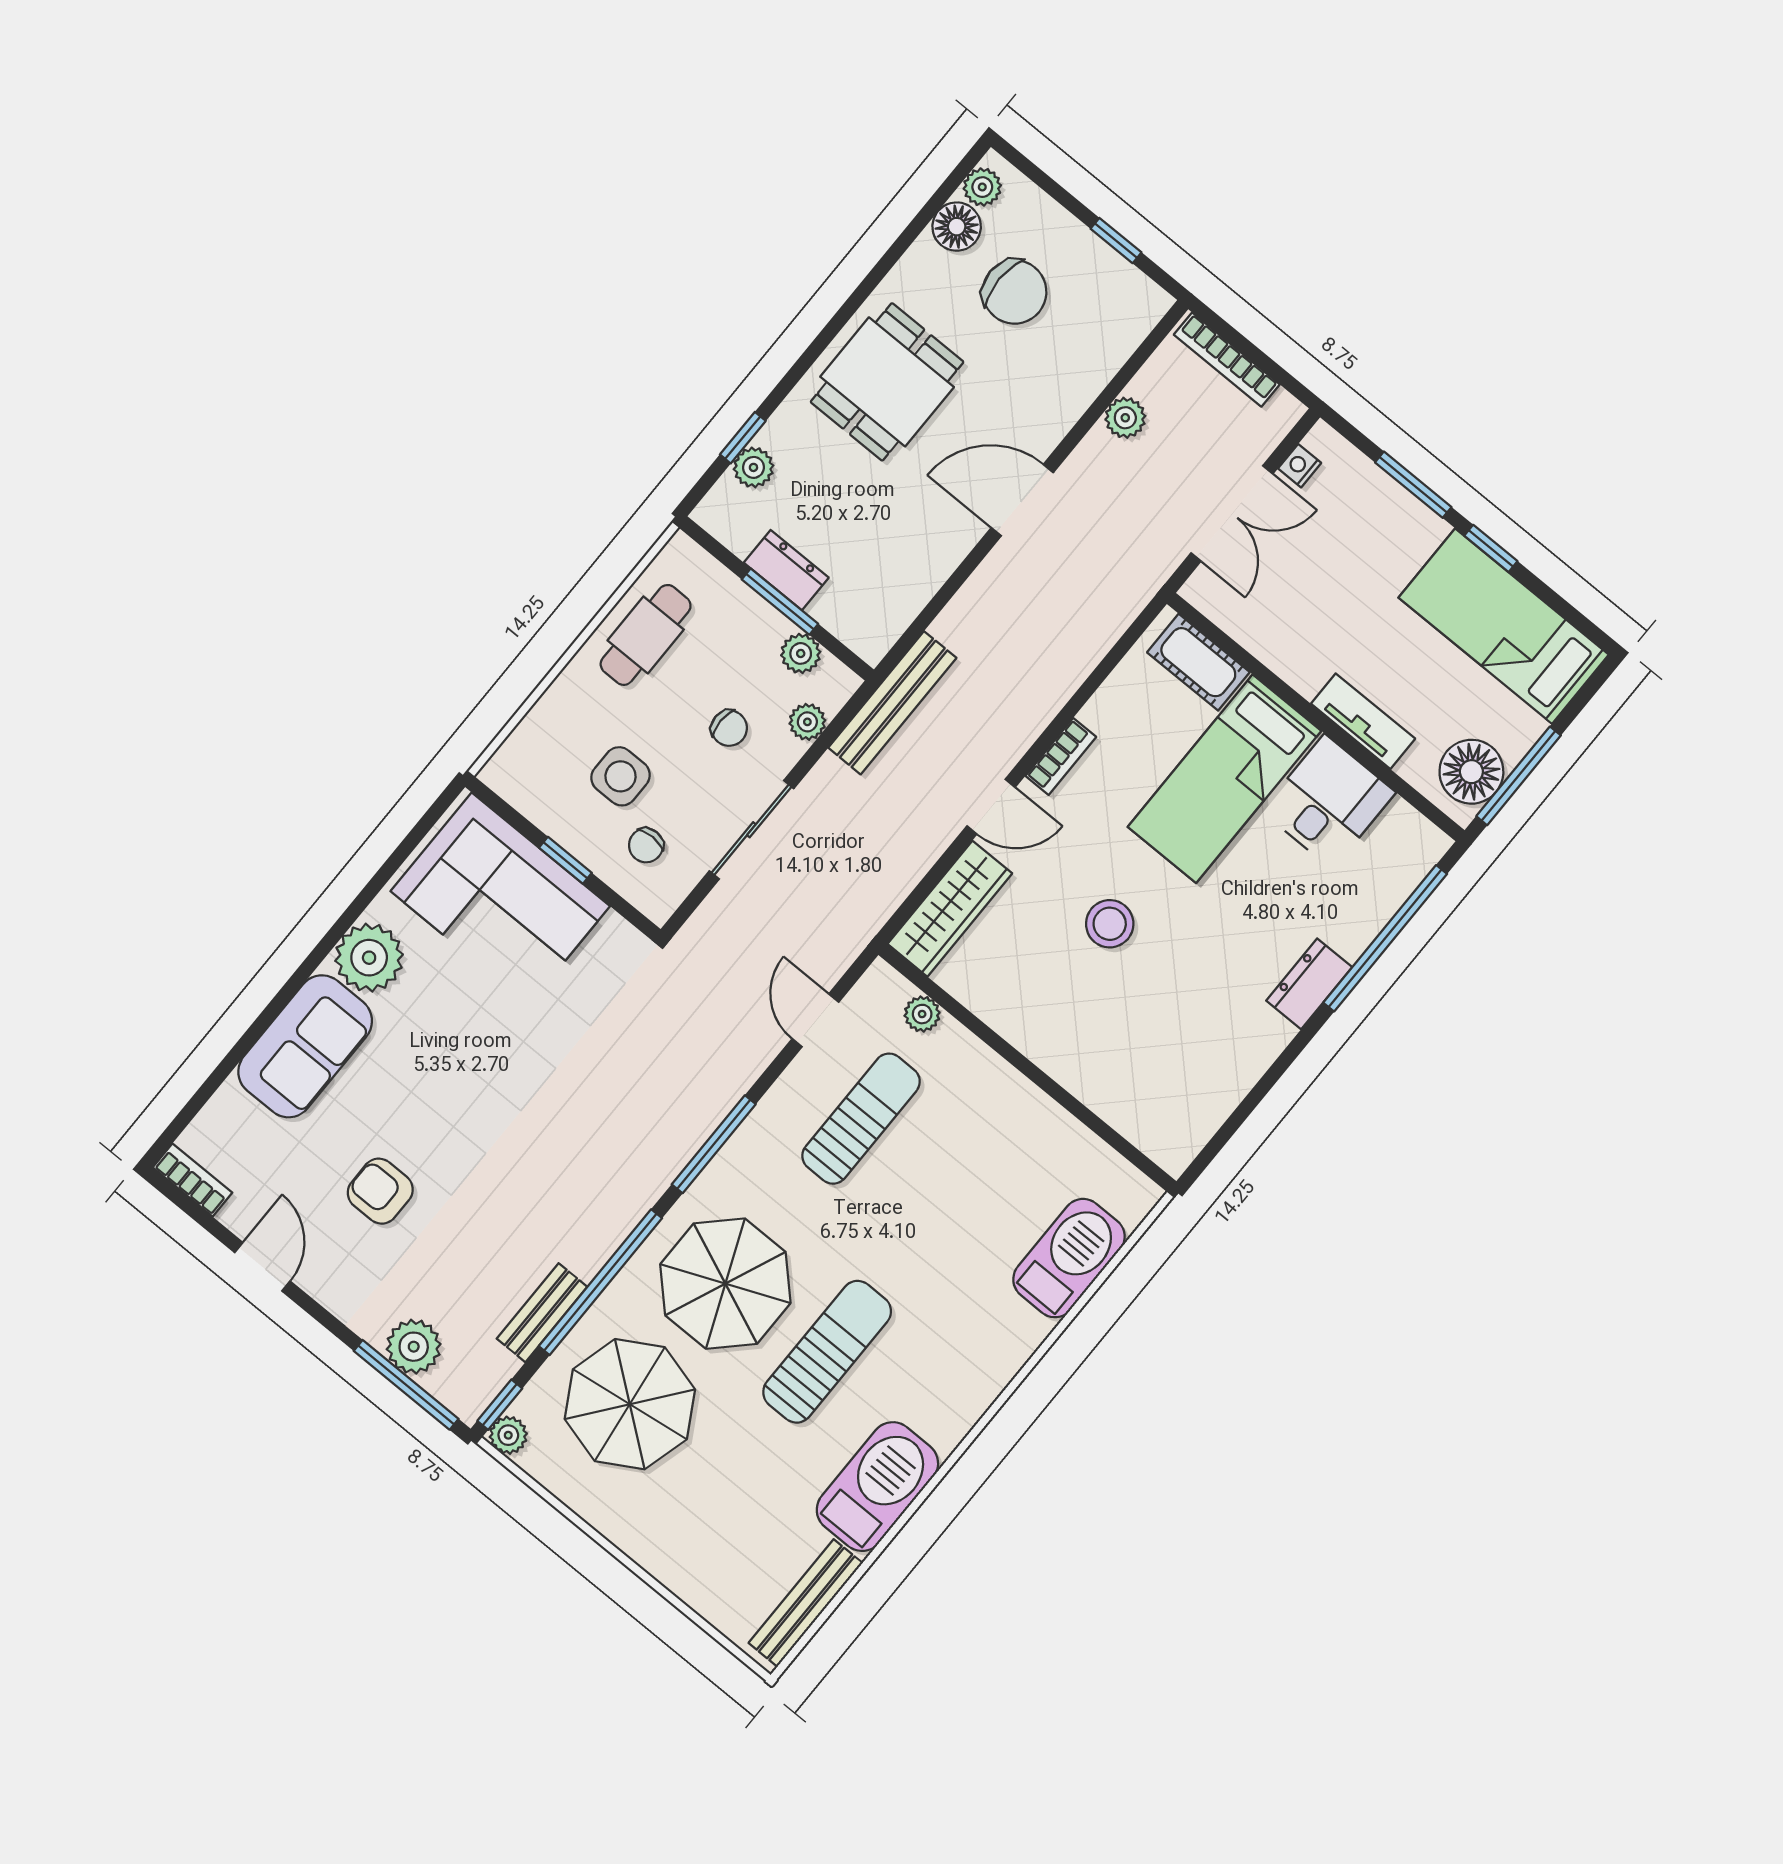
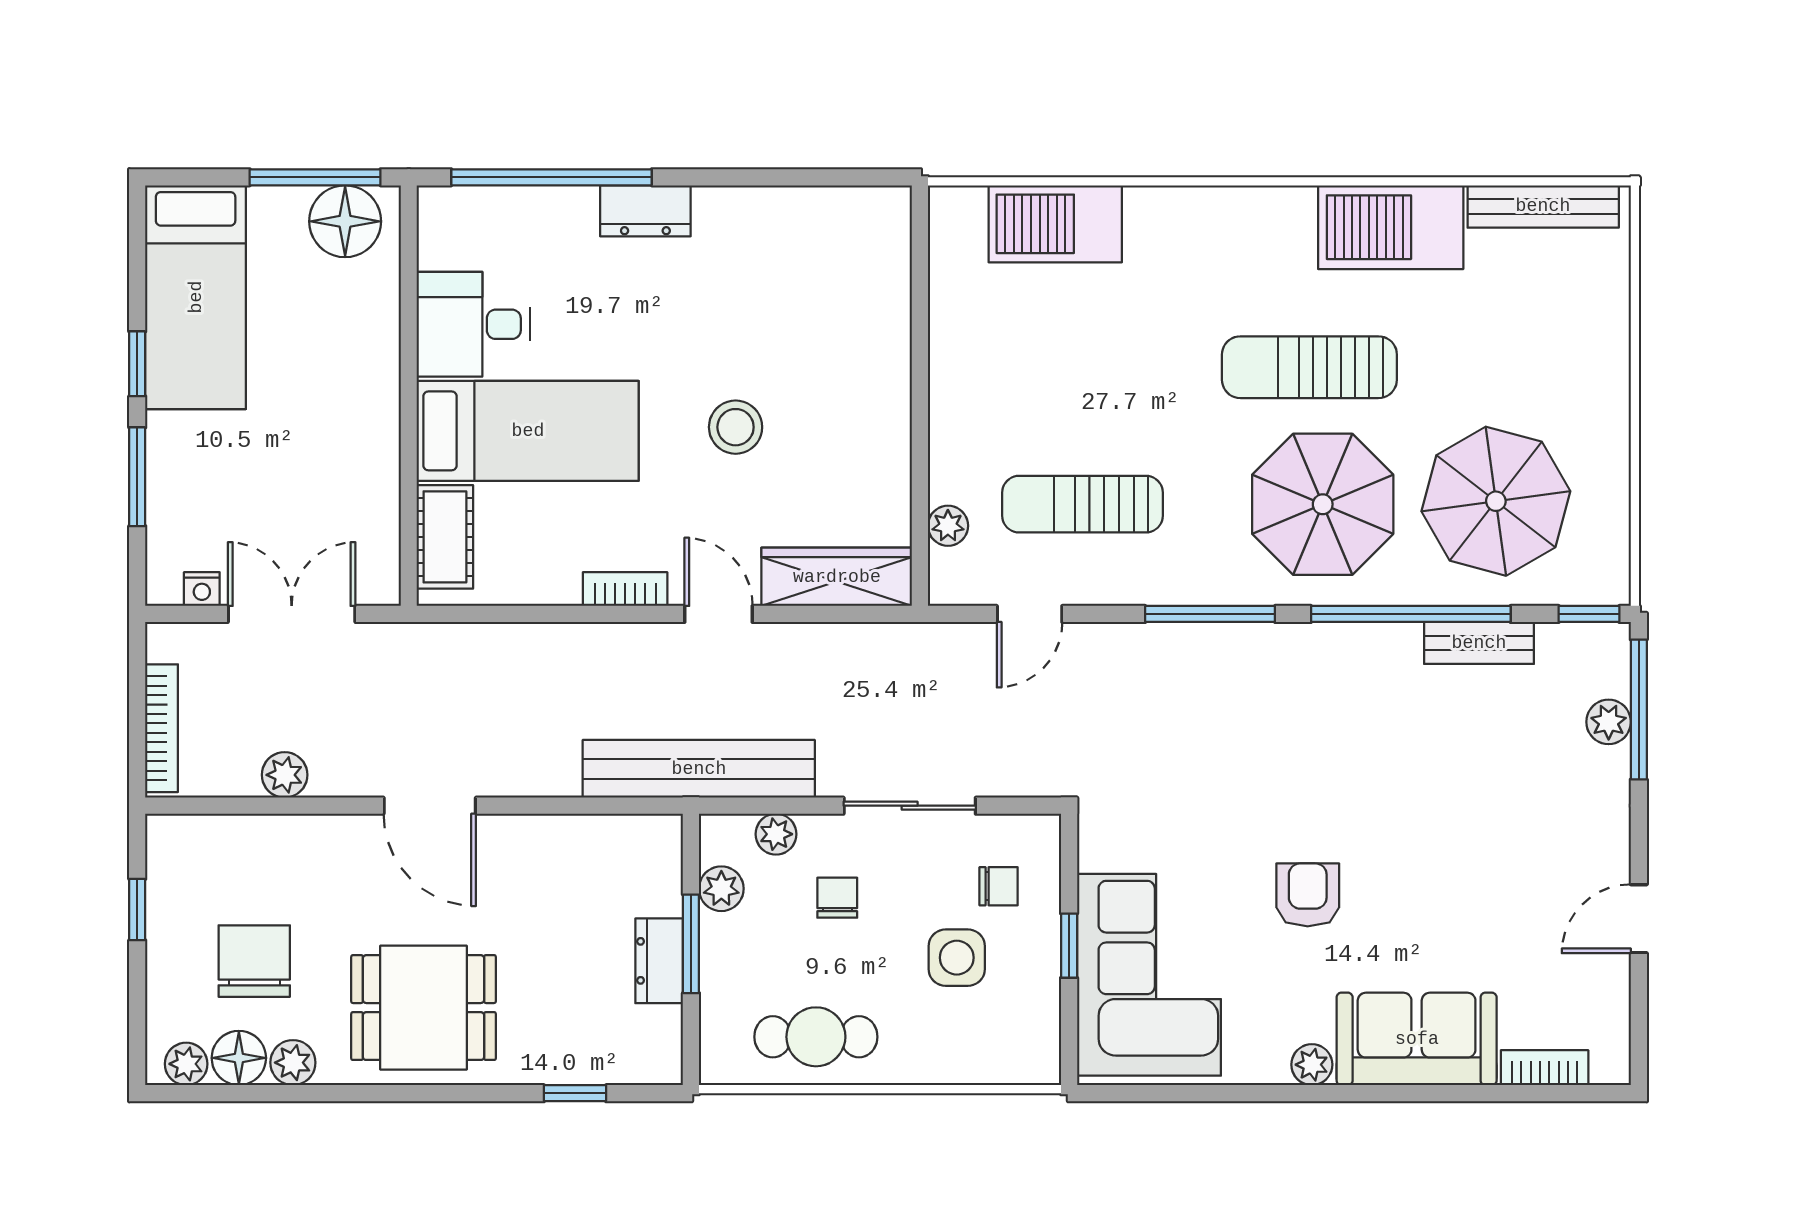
plant: (753, 467) -> (293, 1063), moved
bench: (892, 703) -> (699, 769), width x1.37, depth x1.21
tv unit: (1363, 721) -> (379, 352), removed
plant: (369, 958) -> (1312, 1065), width x0.53, depth x0.53
bookcase: (192, 1180) -> (1545, 1068), moved, turned 90
armchair: (380, 1191) -> (1308, 895), moved, turned 180
plant: (414, 1347) -> (1609, 722), width x0.73, depth x0.73
plant: (508, 1435) -> (1610, 585), removed

